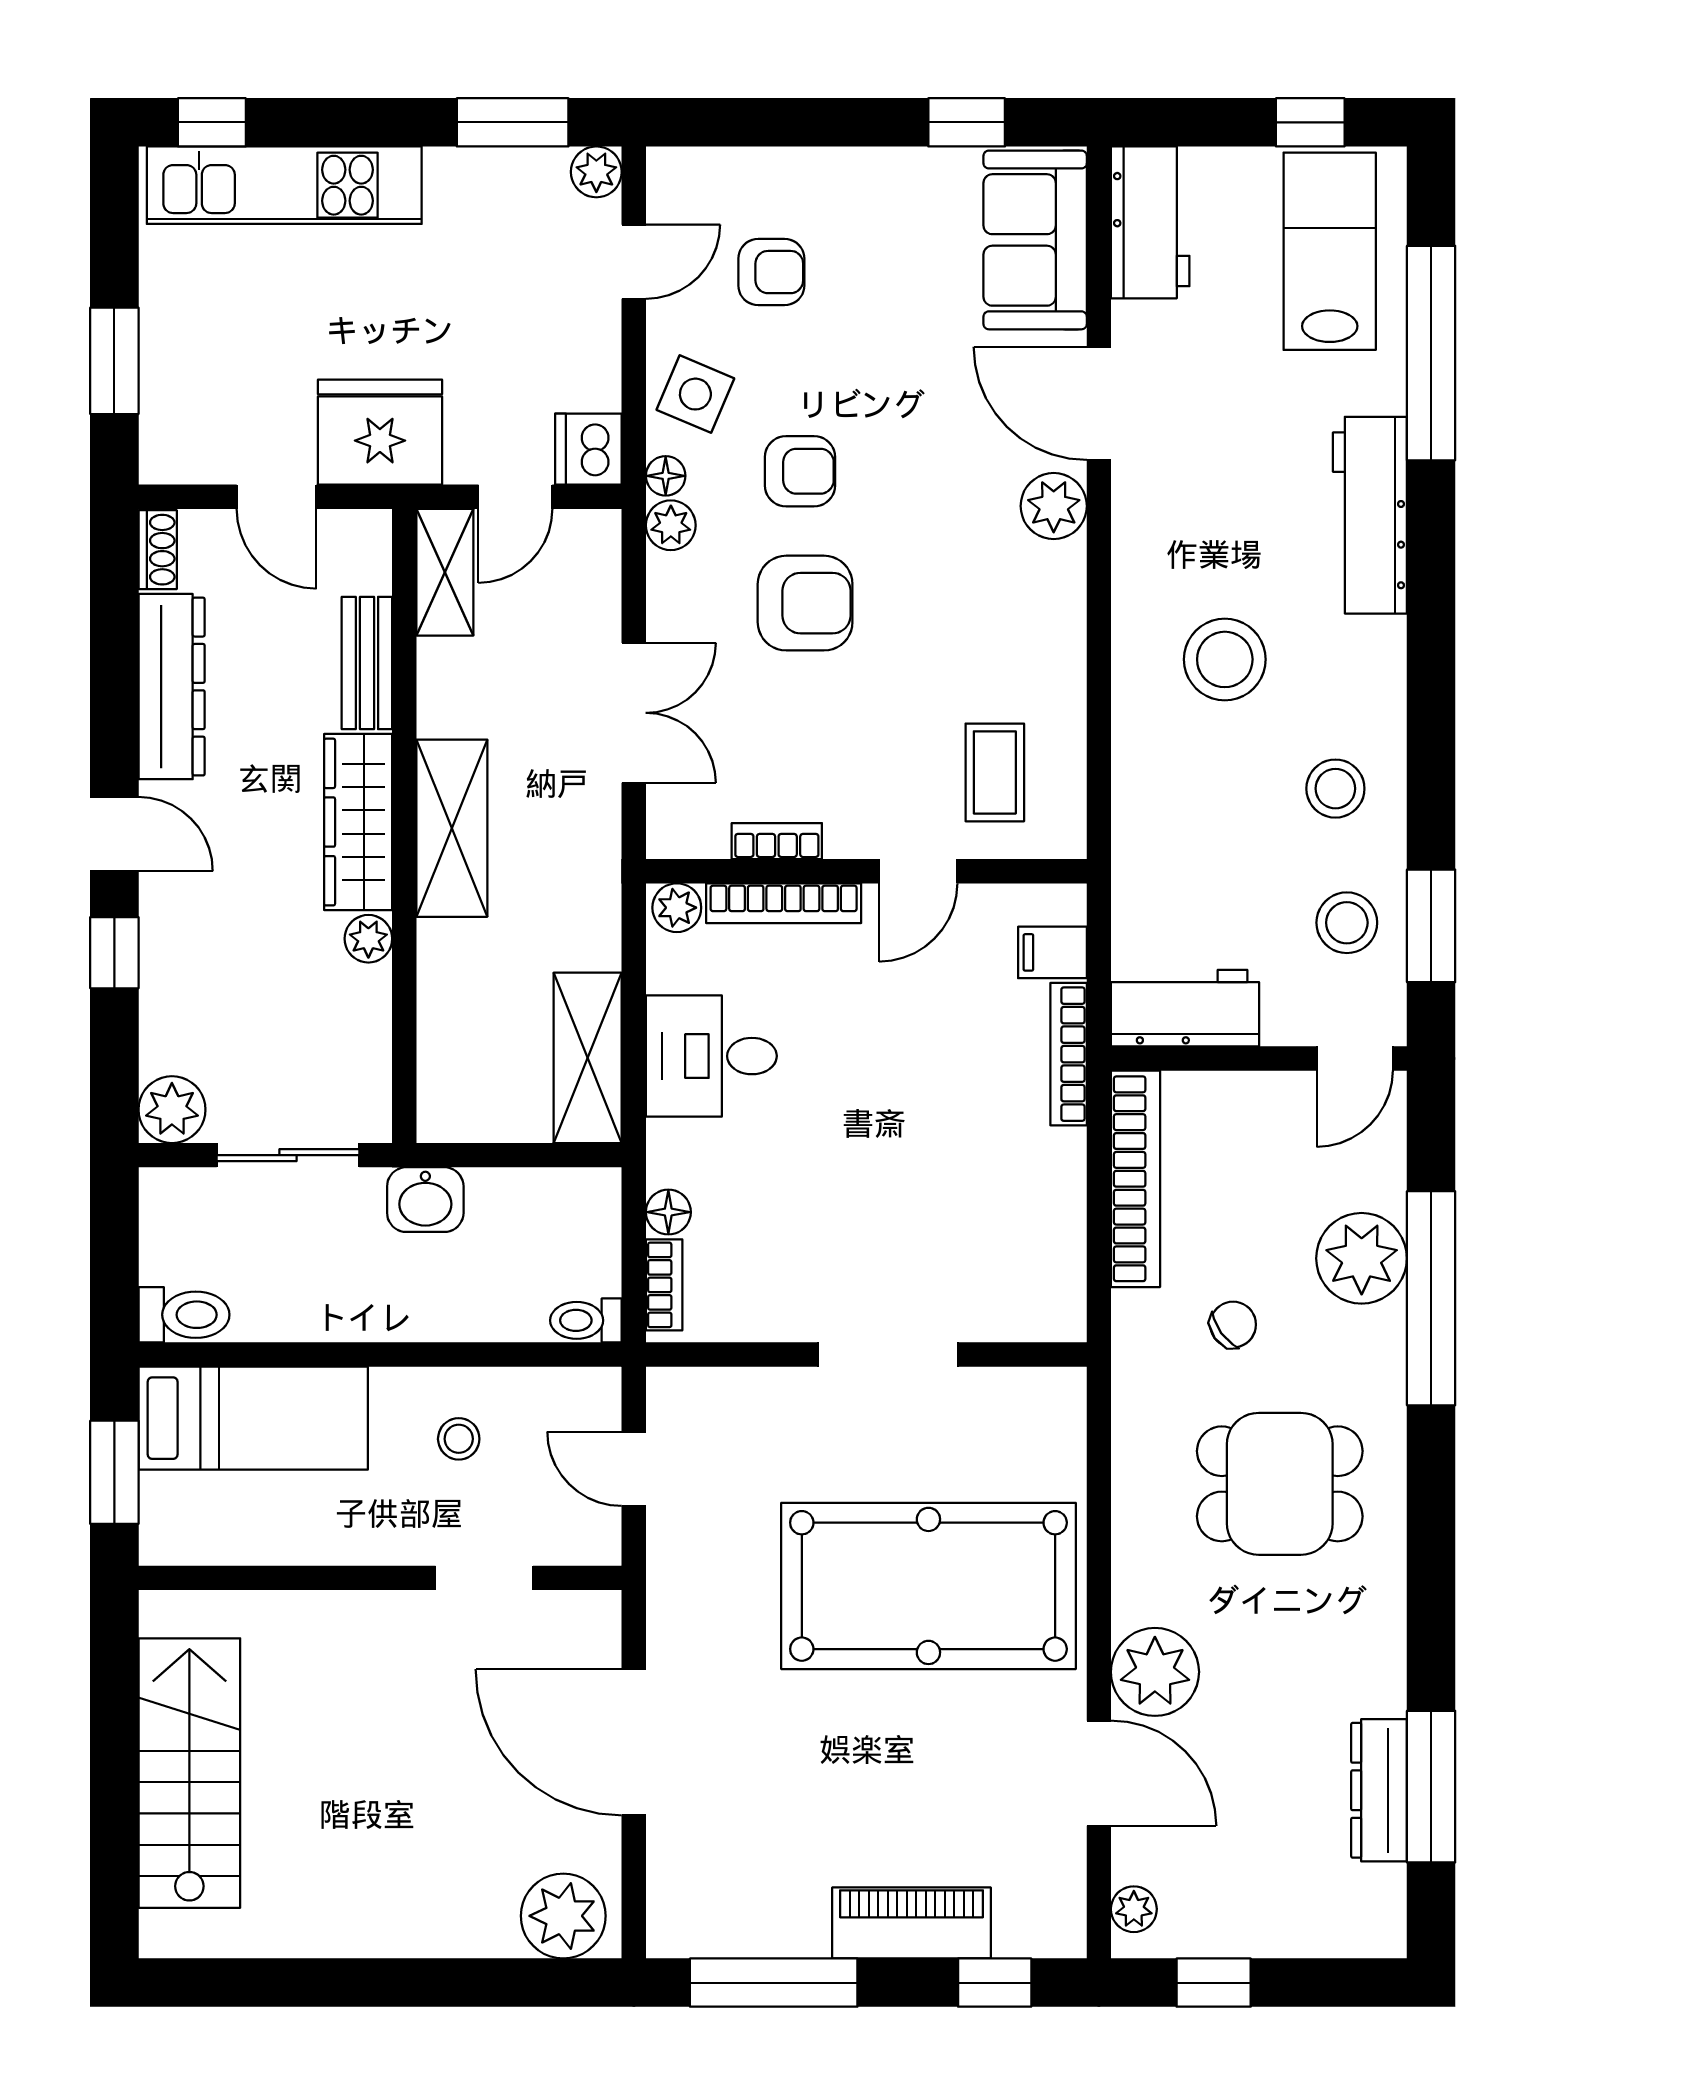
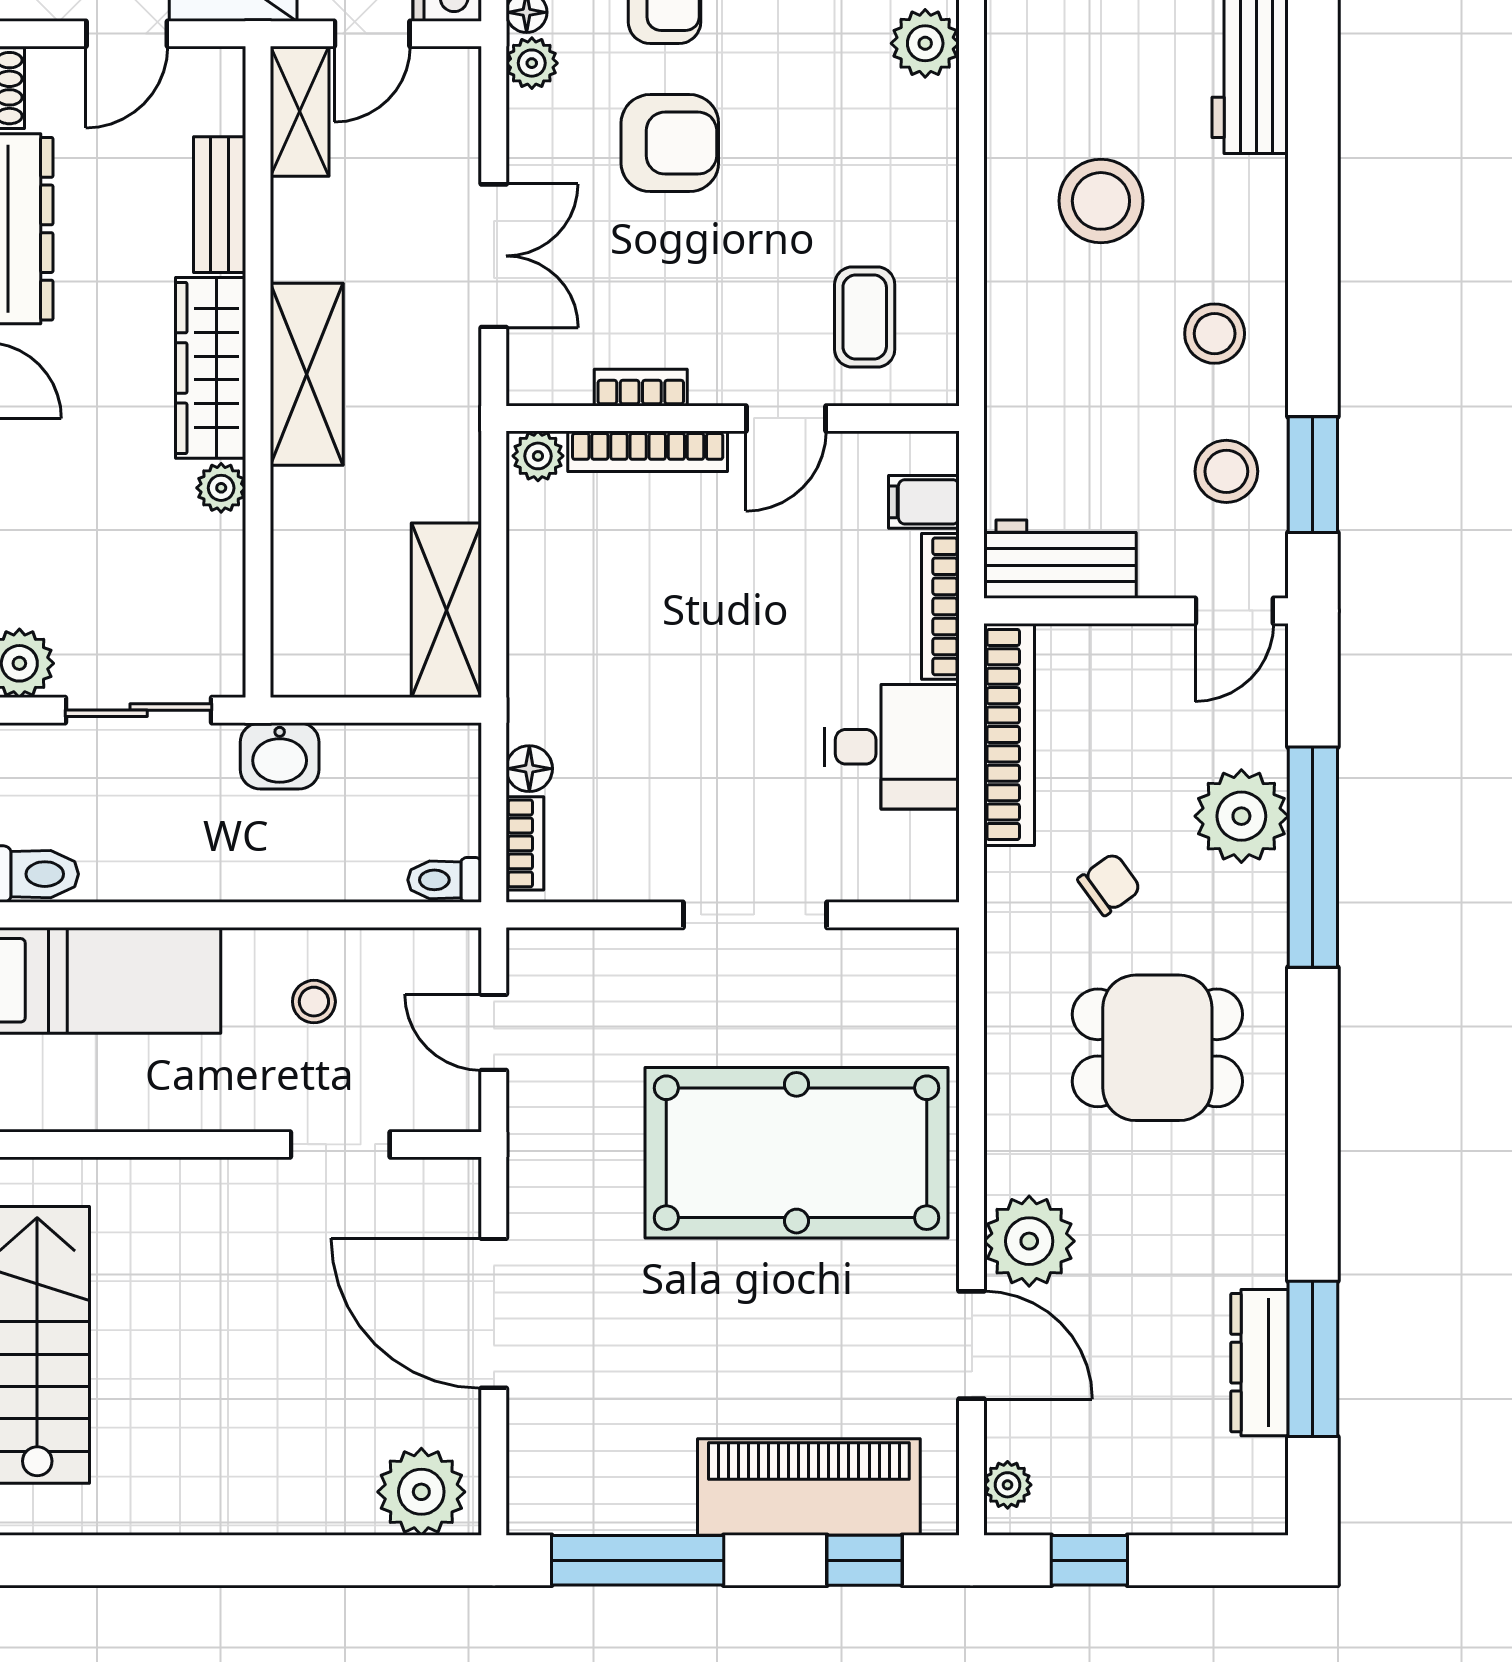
door: (276, 497) -> (127, 34), hinge flipped
desk: (711, 1056) -> (892, 747), moved, turned 180
piano: (912, 1923) -> (809, 1487), width x1.37, depth x1.33

